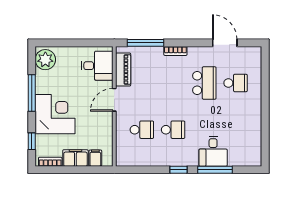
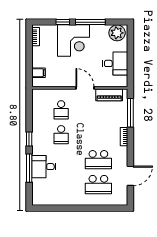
desk: (97, 66) -> (115, 63), moved, turned -90
school desk: (236, 83) -> (98, 185), width x1.85
window: (32, 141) -> (63, 22), moved
filing cabinet: (75, 158) -> (39, 57), removed

